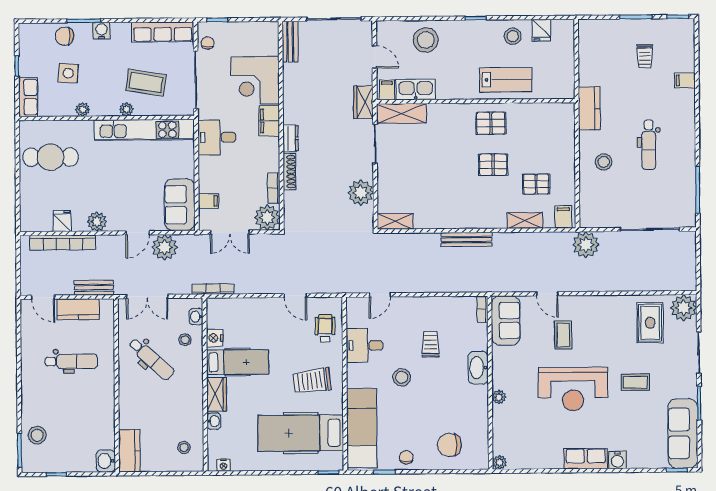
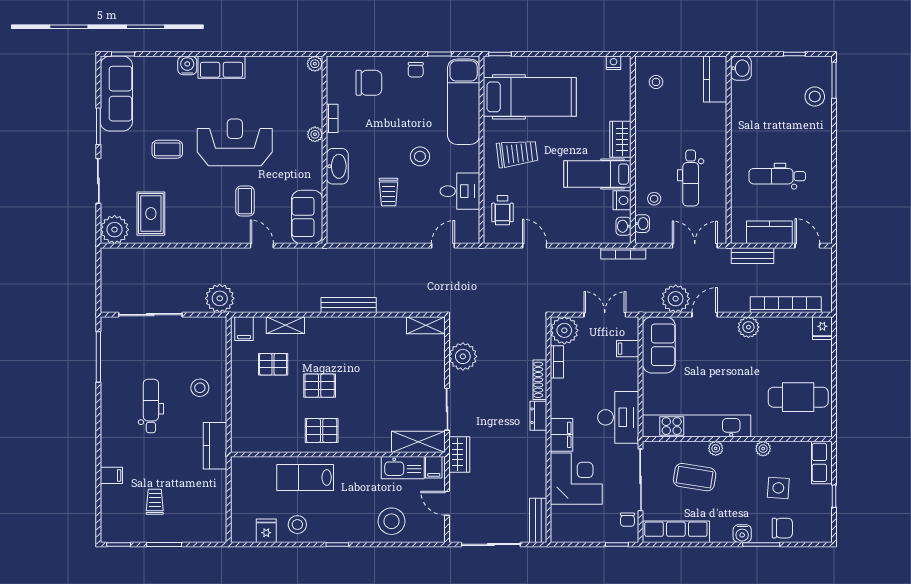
desk: (217, 137) -> (618, 417), width x1.37
fridge: (62, 221) -> (822, 328), moved
bookcase: (482, 309) -> (332, 118), moved
dental chair: (151, 359) -> (691, 178), turned -132
washbasin: (214, 421) -> (624, 226), moved

